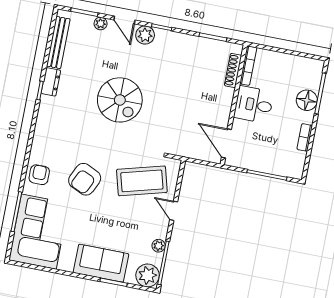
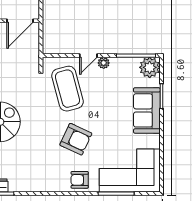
plant: (159, 246) -> (104, 63), moved

